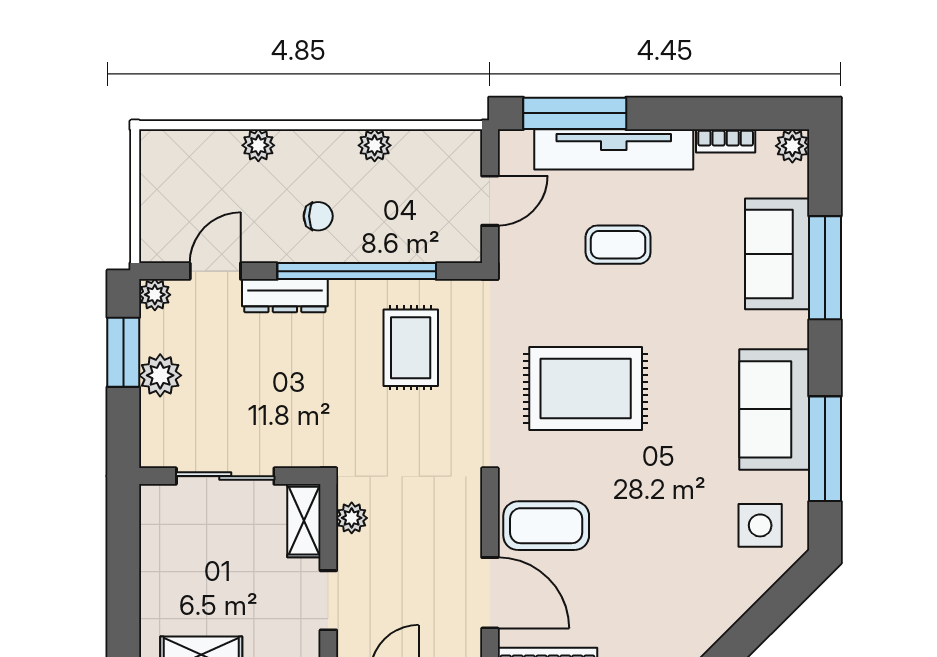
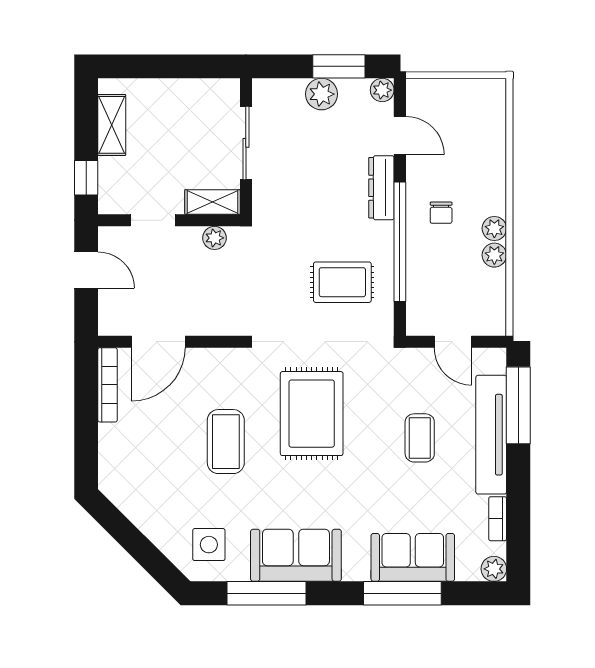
plant: (258, 145) -> (494, 228), moved
coffee table: (546, 526) -> (226, 442), moved

